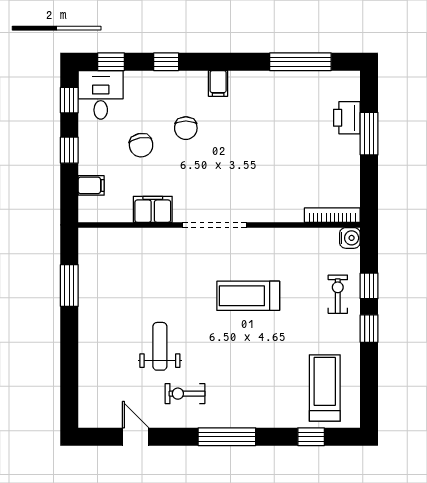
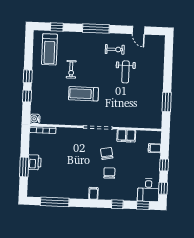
printer: (347, 118) -> (35, 162), moved
chair: (141, 145) -> (107, 153), moved
exercise bike: (338, 294) -> (71, 69), moved
treadmill: (248, 296) -> (83, 94), turned 180

